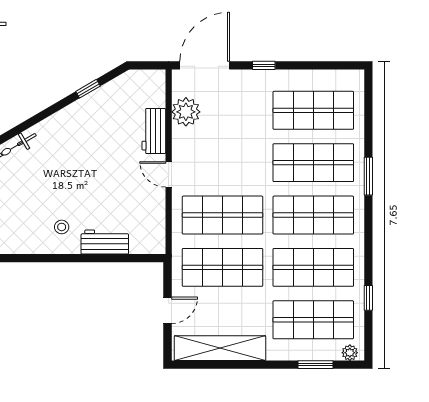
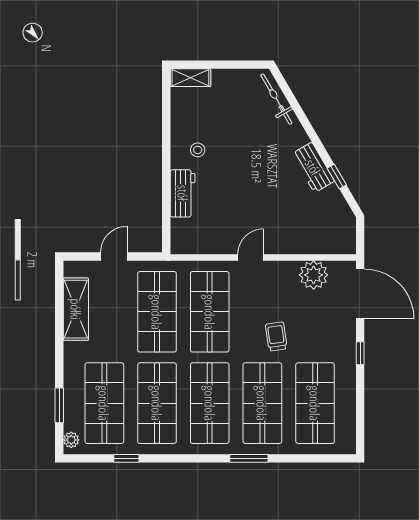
workbench: (154, 131) -> (313, 167), moved, turned -120
trolley: (247, 149) -> (276, 337), added
door: (168, 310) -> (114, 256), swing flipped
shelving: (220, 348) -> (76, 309), width x0.68

